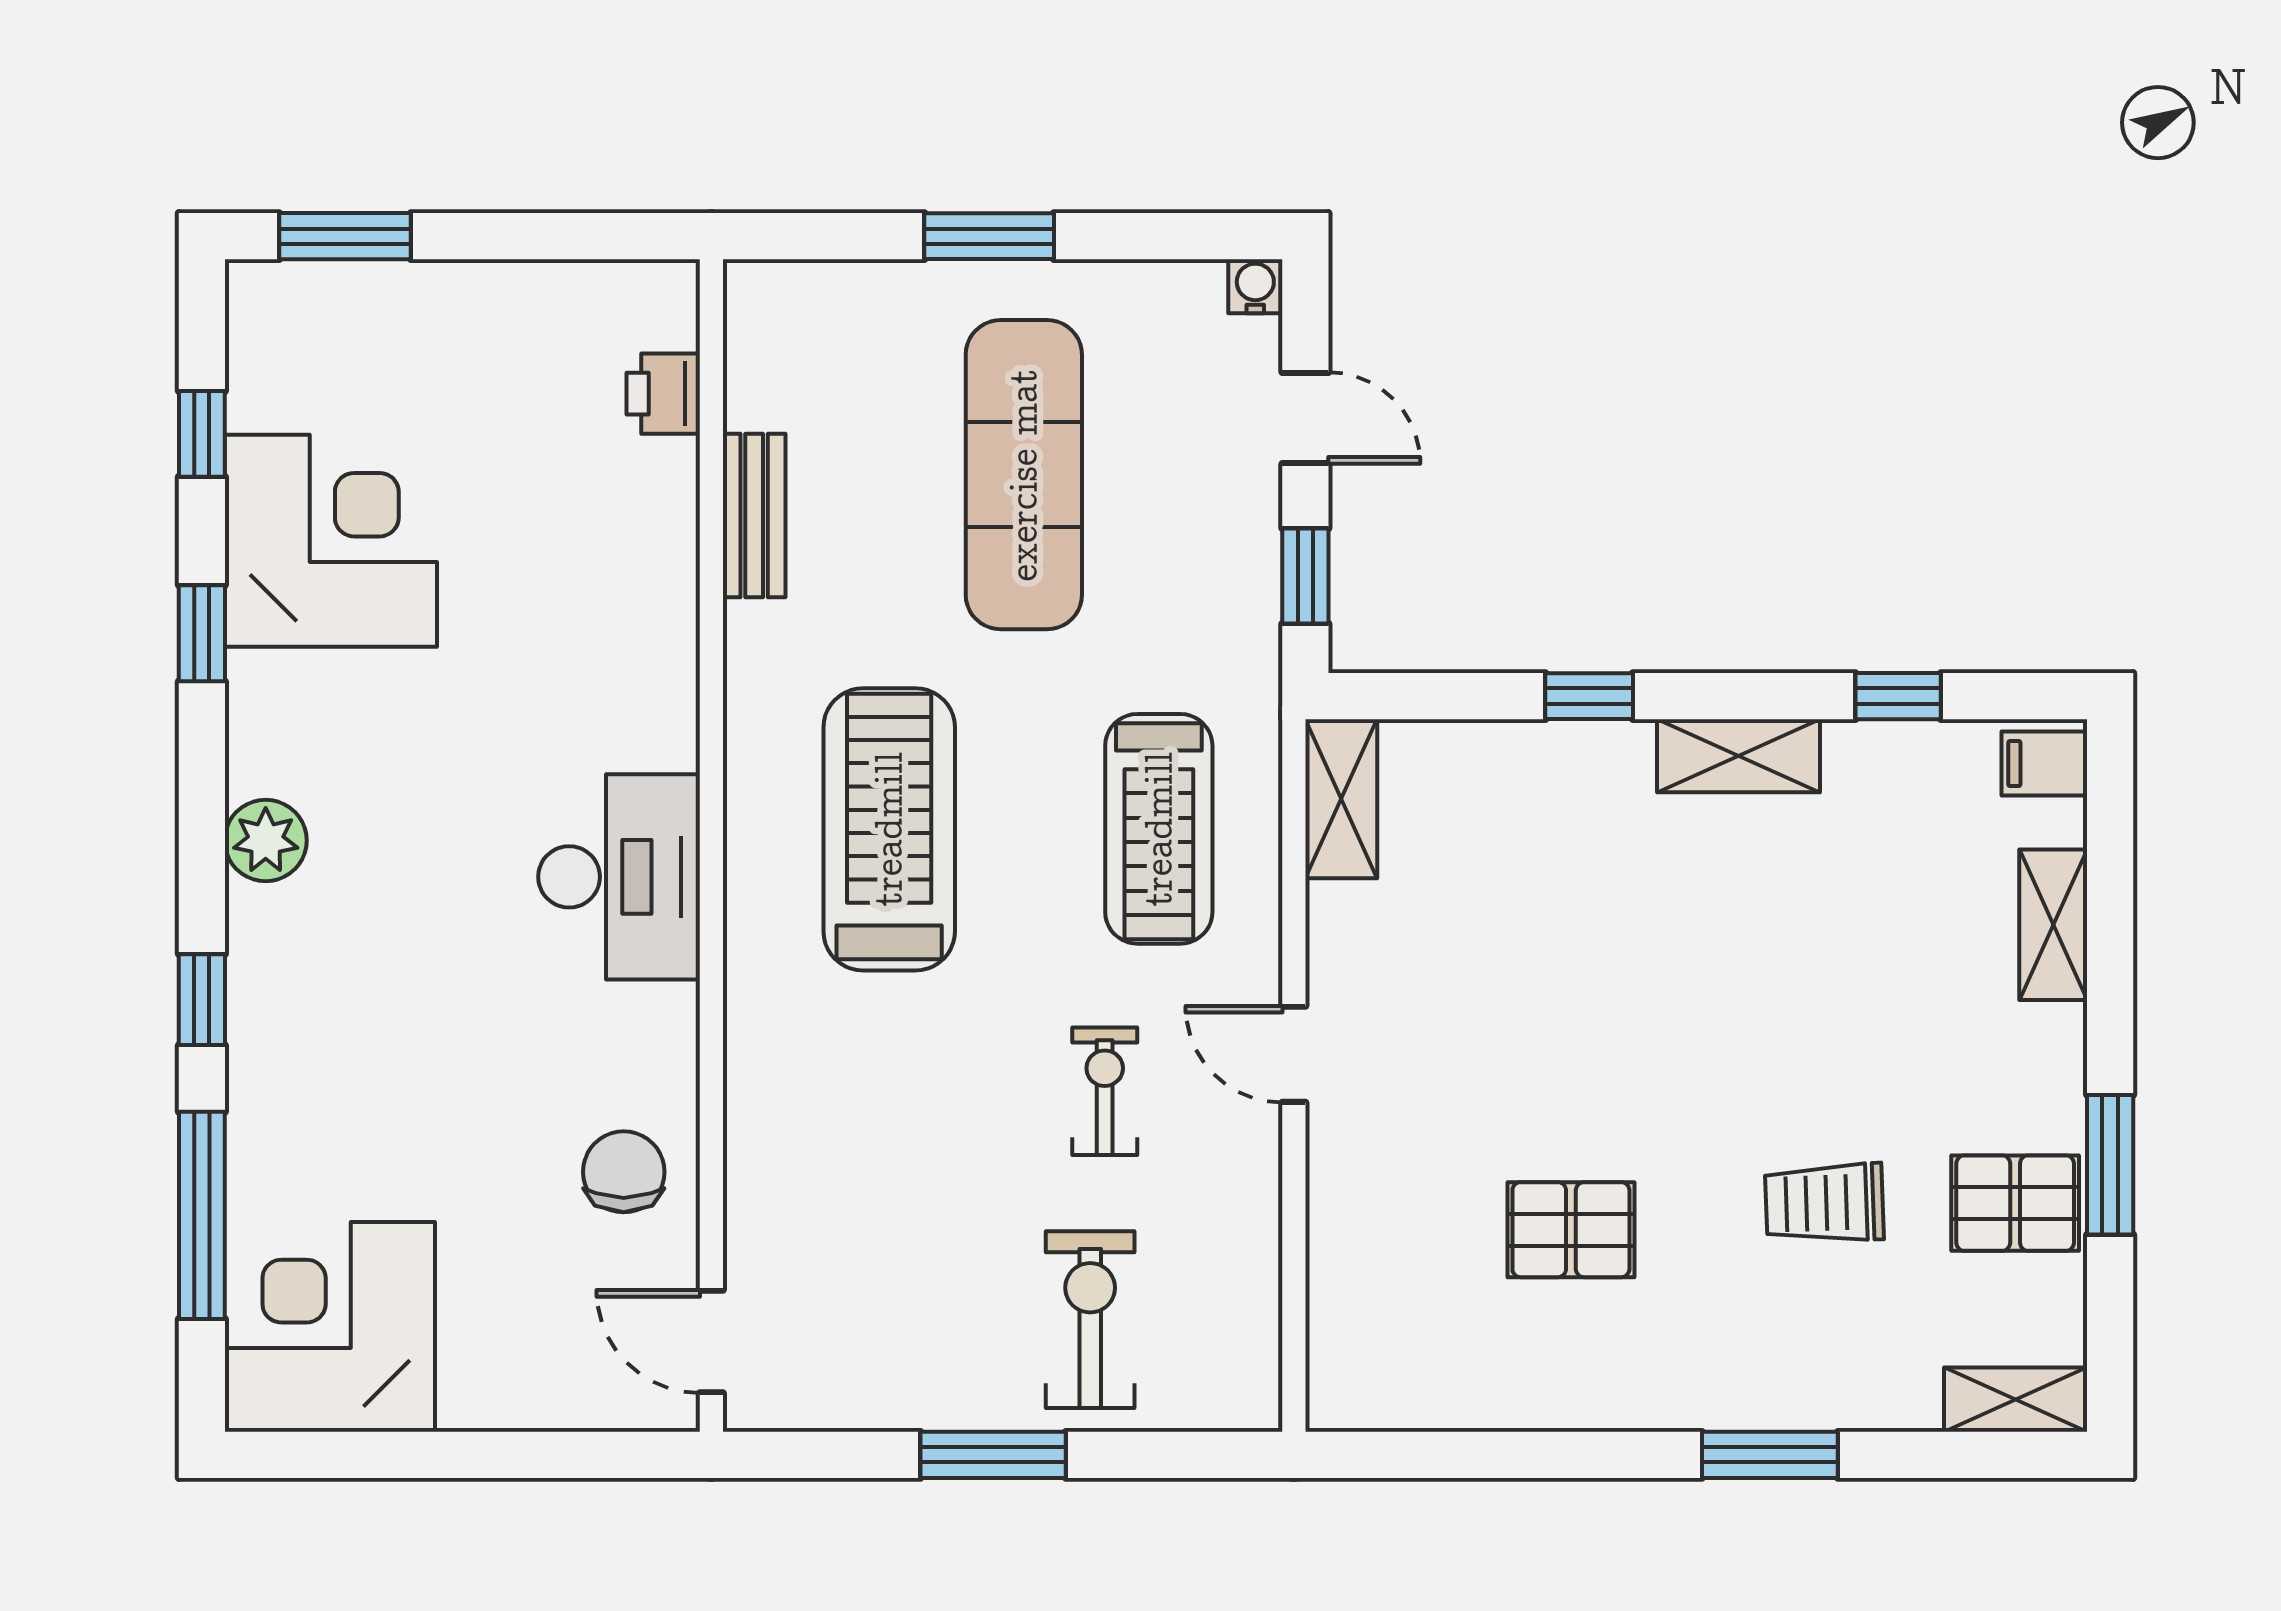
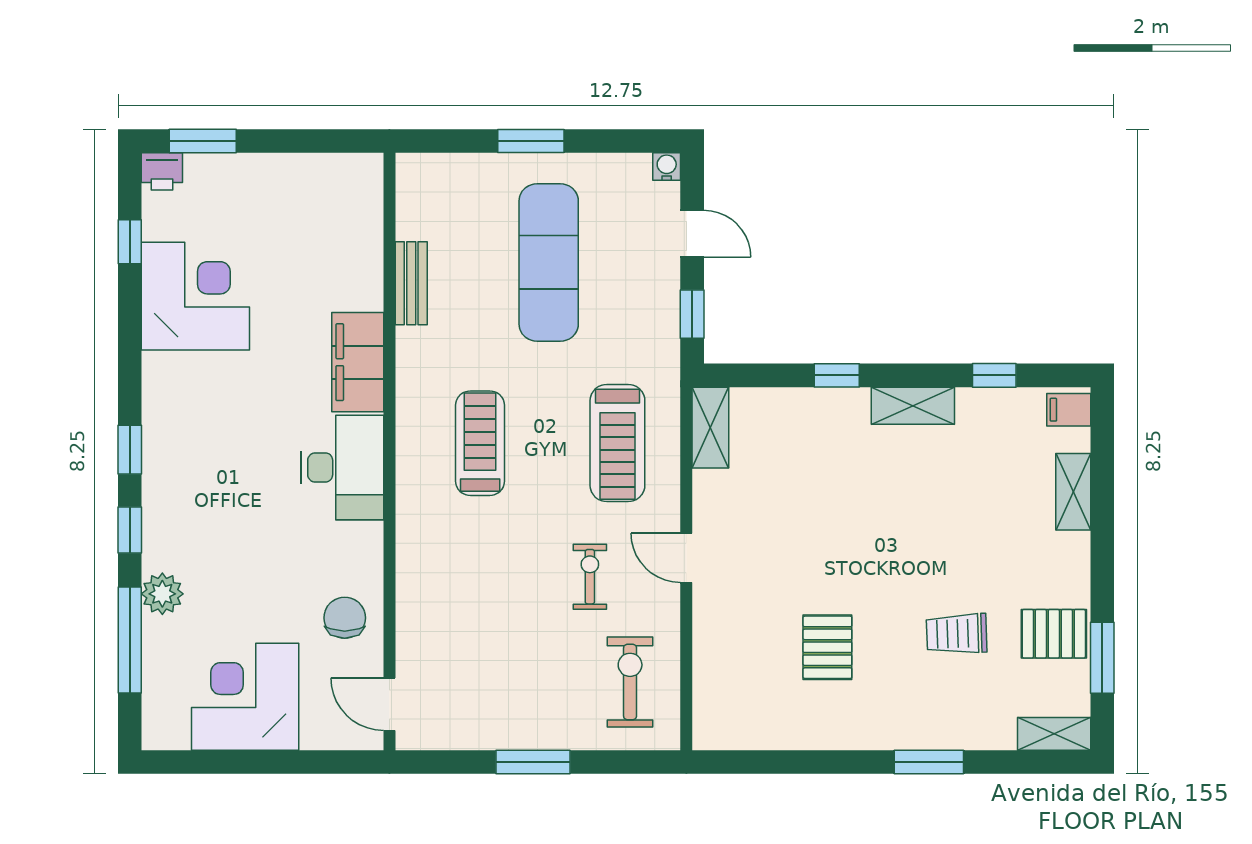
printer: (663, 394) -> (162, 171), moved, turned -90
window: (202, 633) -> (130, 450), moved
filing cabinet: (649, 670) -> (358, 362), added
treadmill: (889, 829) -> (480, 443), width x0.73, depth x0.73
plant: (266, 841) -> (162, 594), moved
window: (2110, 1165) -> (1102, 658), moved
pallet: (1571, 1230) -> (827, 647), turned 90
exercise bike: (1090, 1320) -> (630, 682), moved
corner desk: (330, 1327) -> (245, 697), moved

